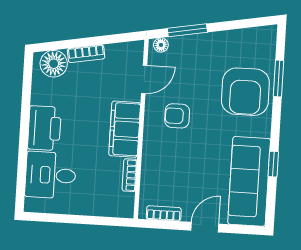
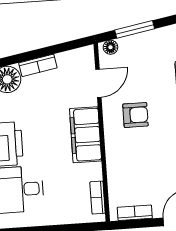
armchair: (177, 116) -> (135, 115), turned 180
bookcase: (130, 175) -> (98, 198), moved

